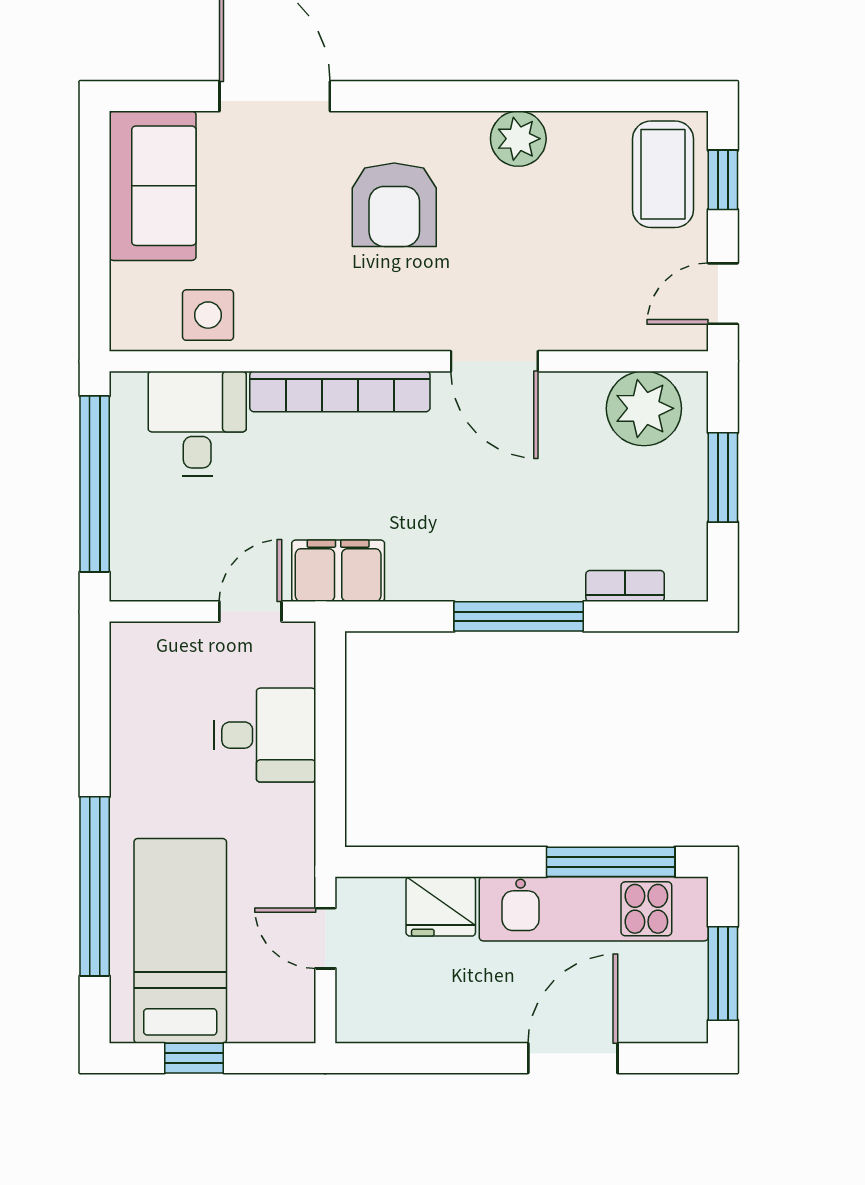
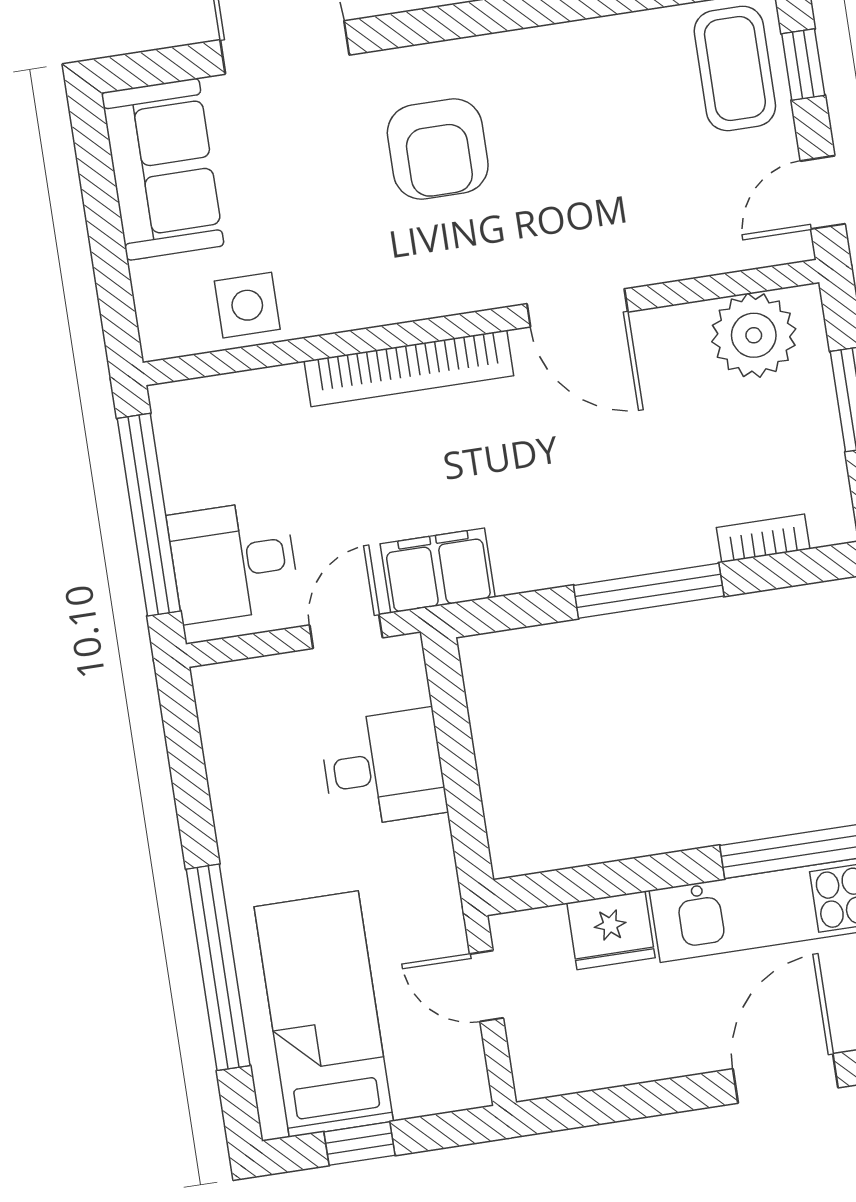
plant: (518, 139) -> (566, 53), removed
desk: (197, 424) -> (234, 561), moved, turned -90

